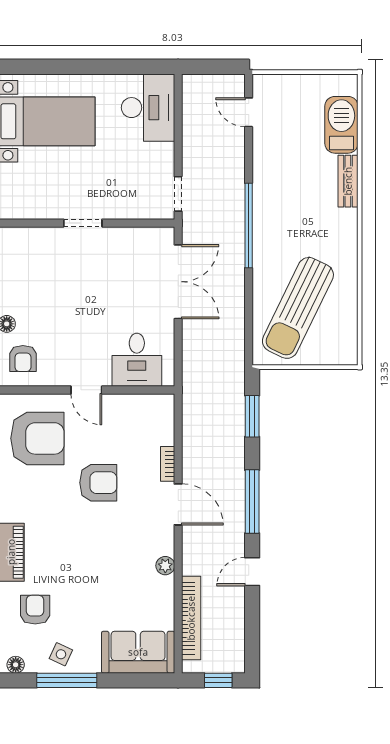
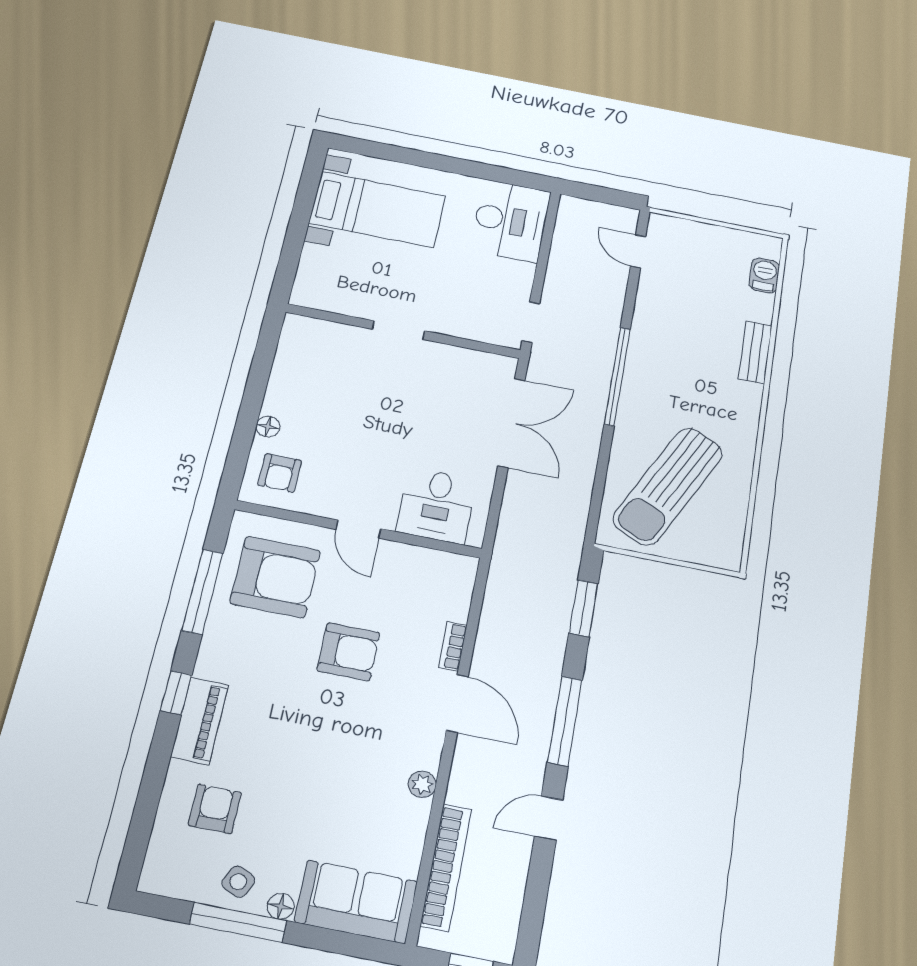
barbecue: (341, 125) -> (764, 275), width x0.53, depth x0.65
floor lamp: (16, 665) -> (281, 906), moved

